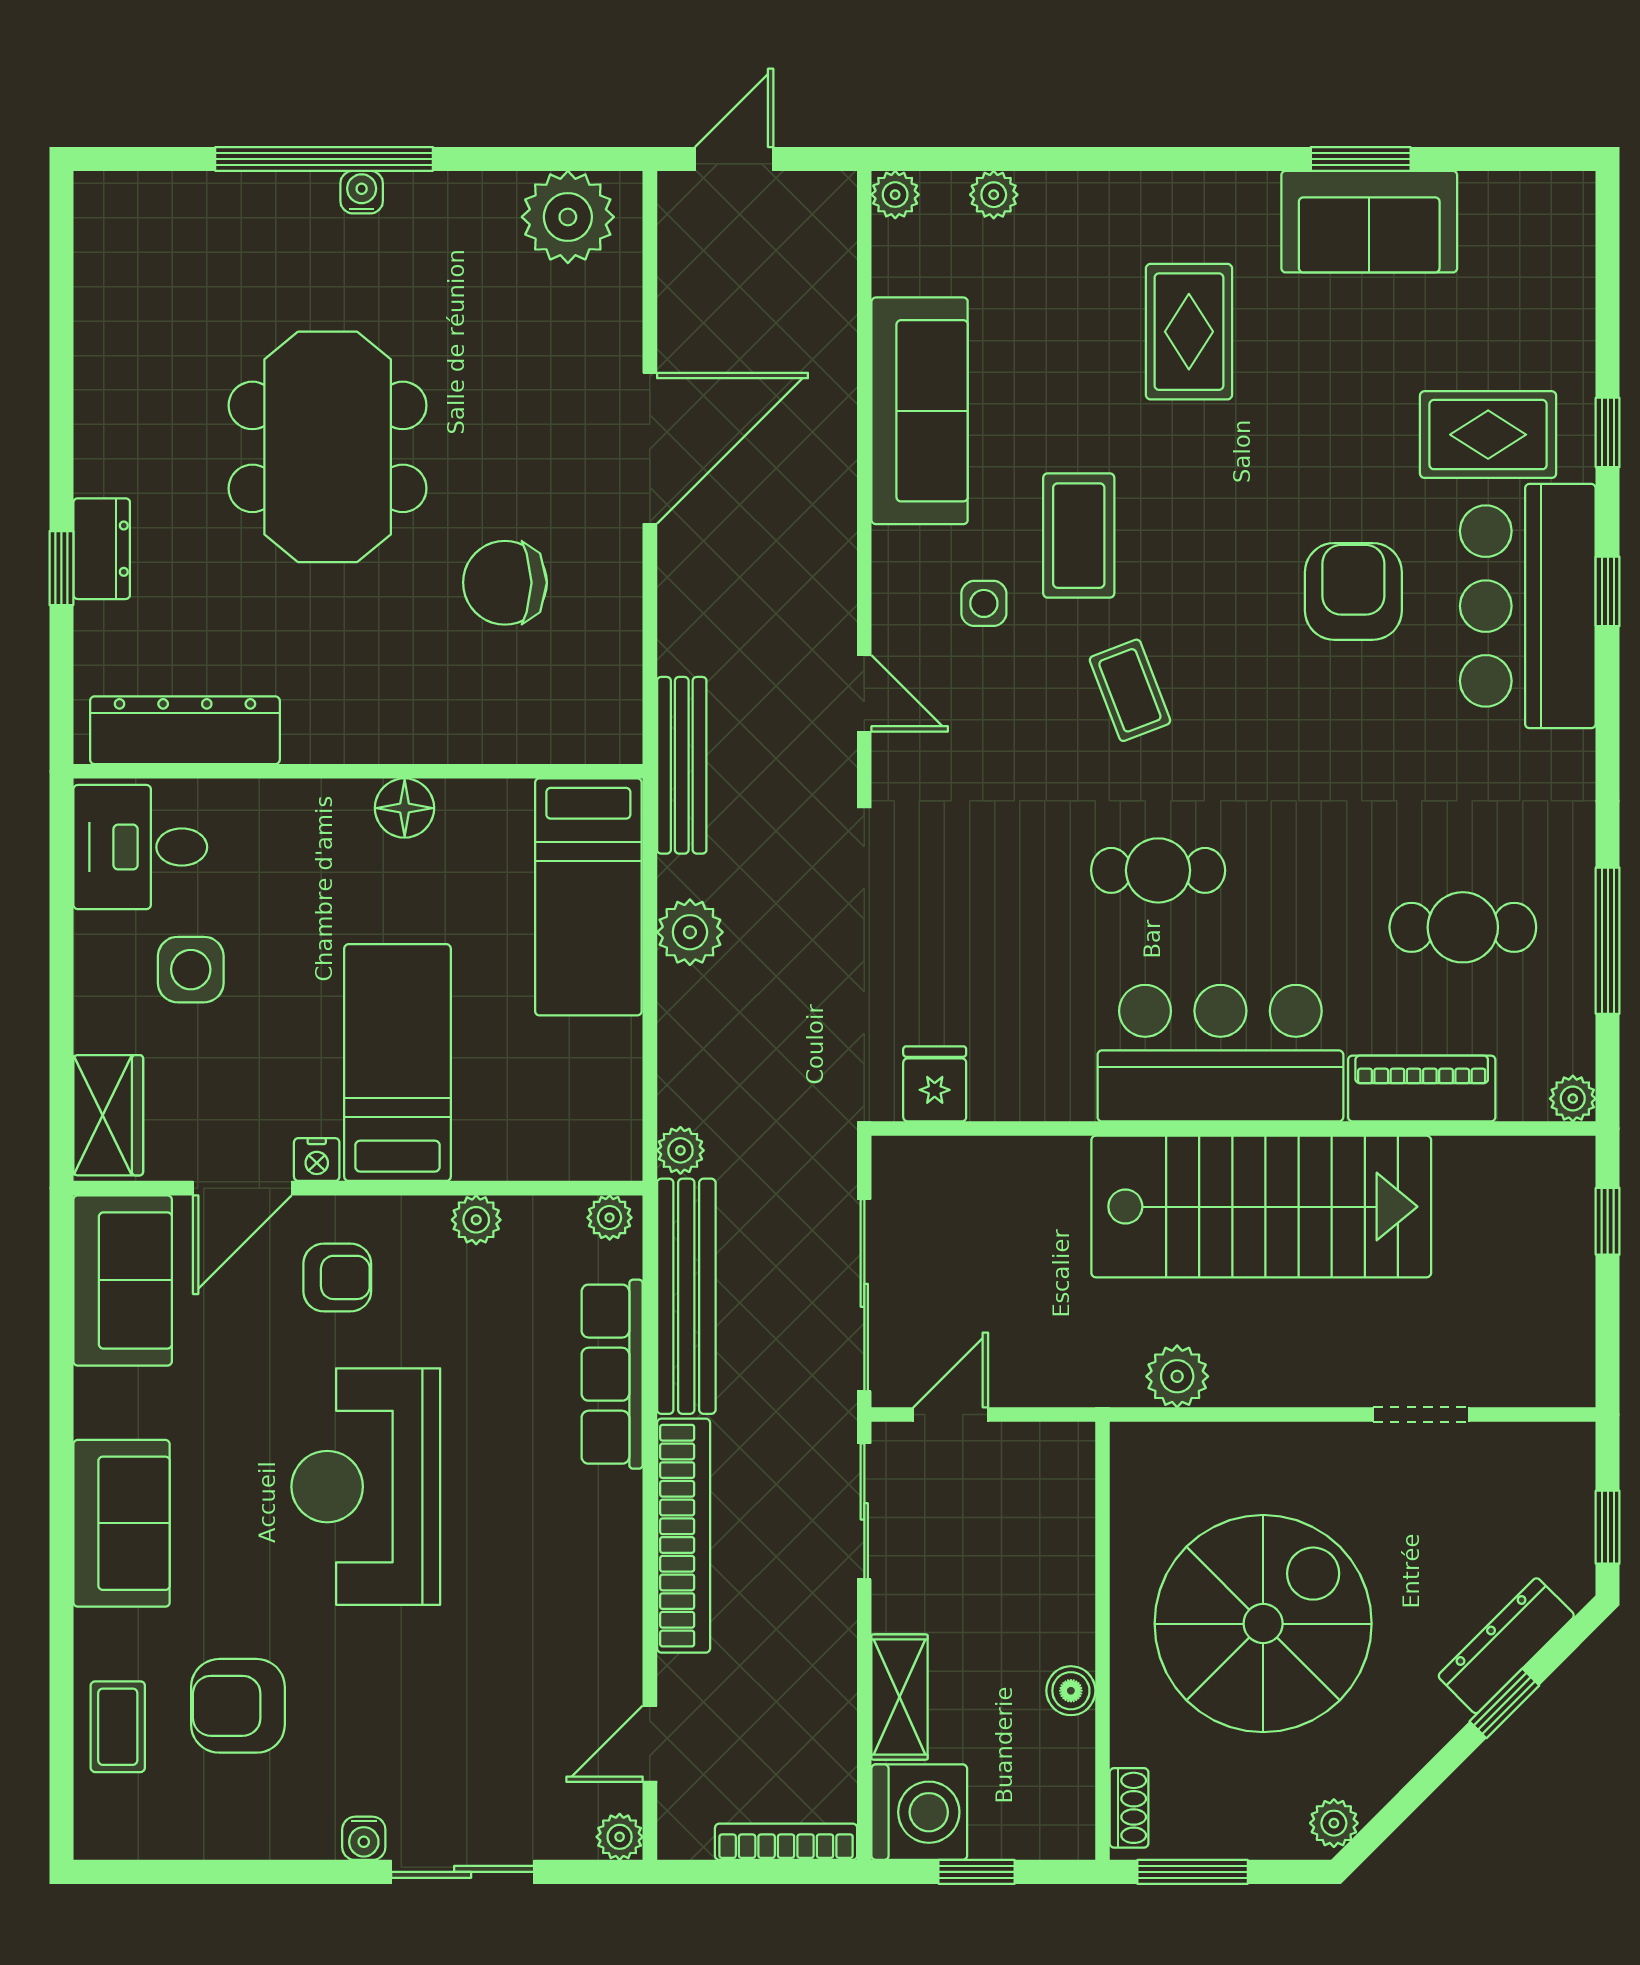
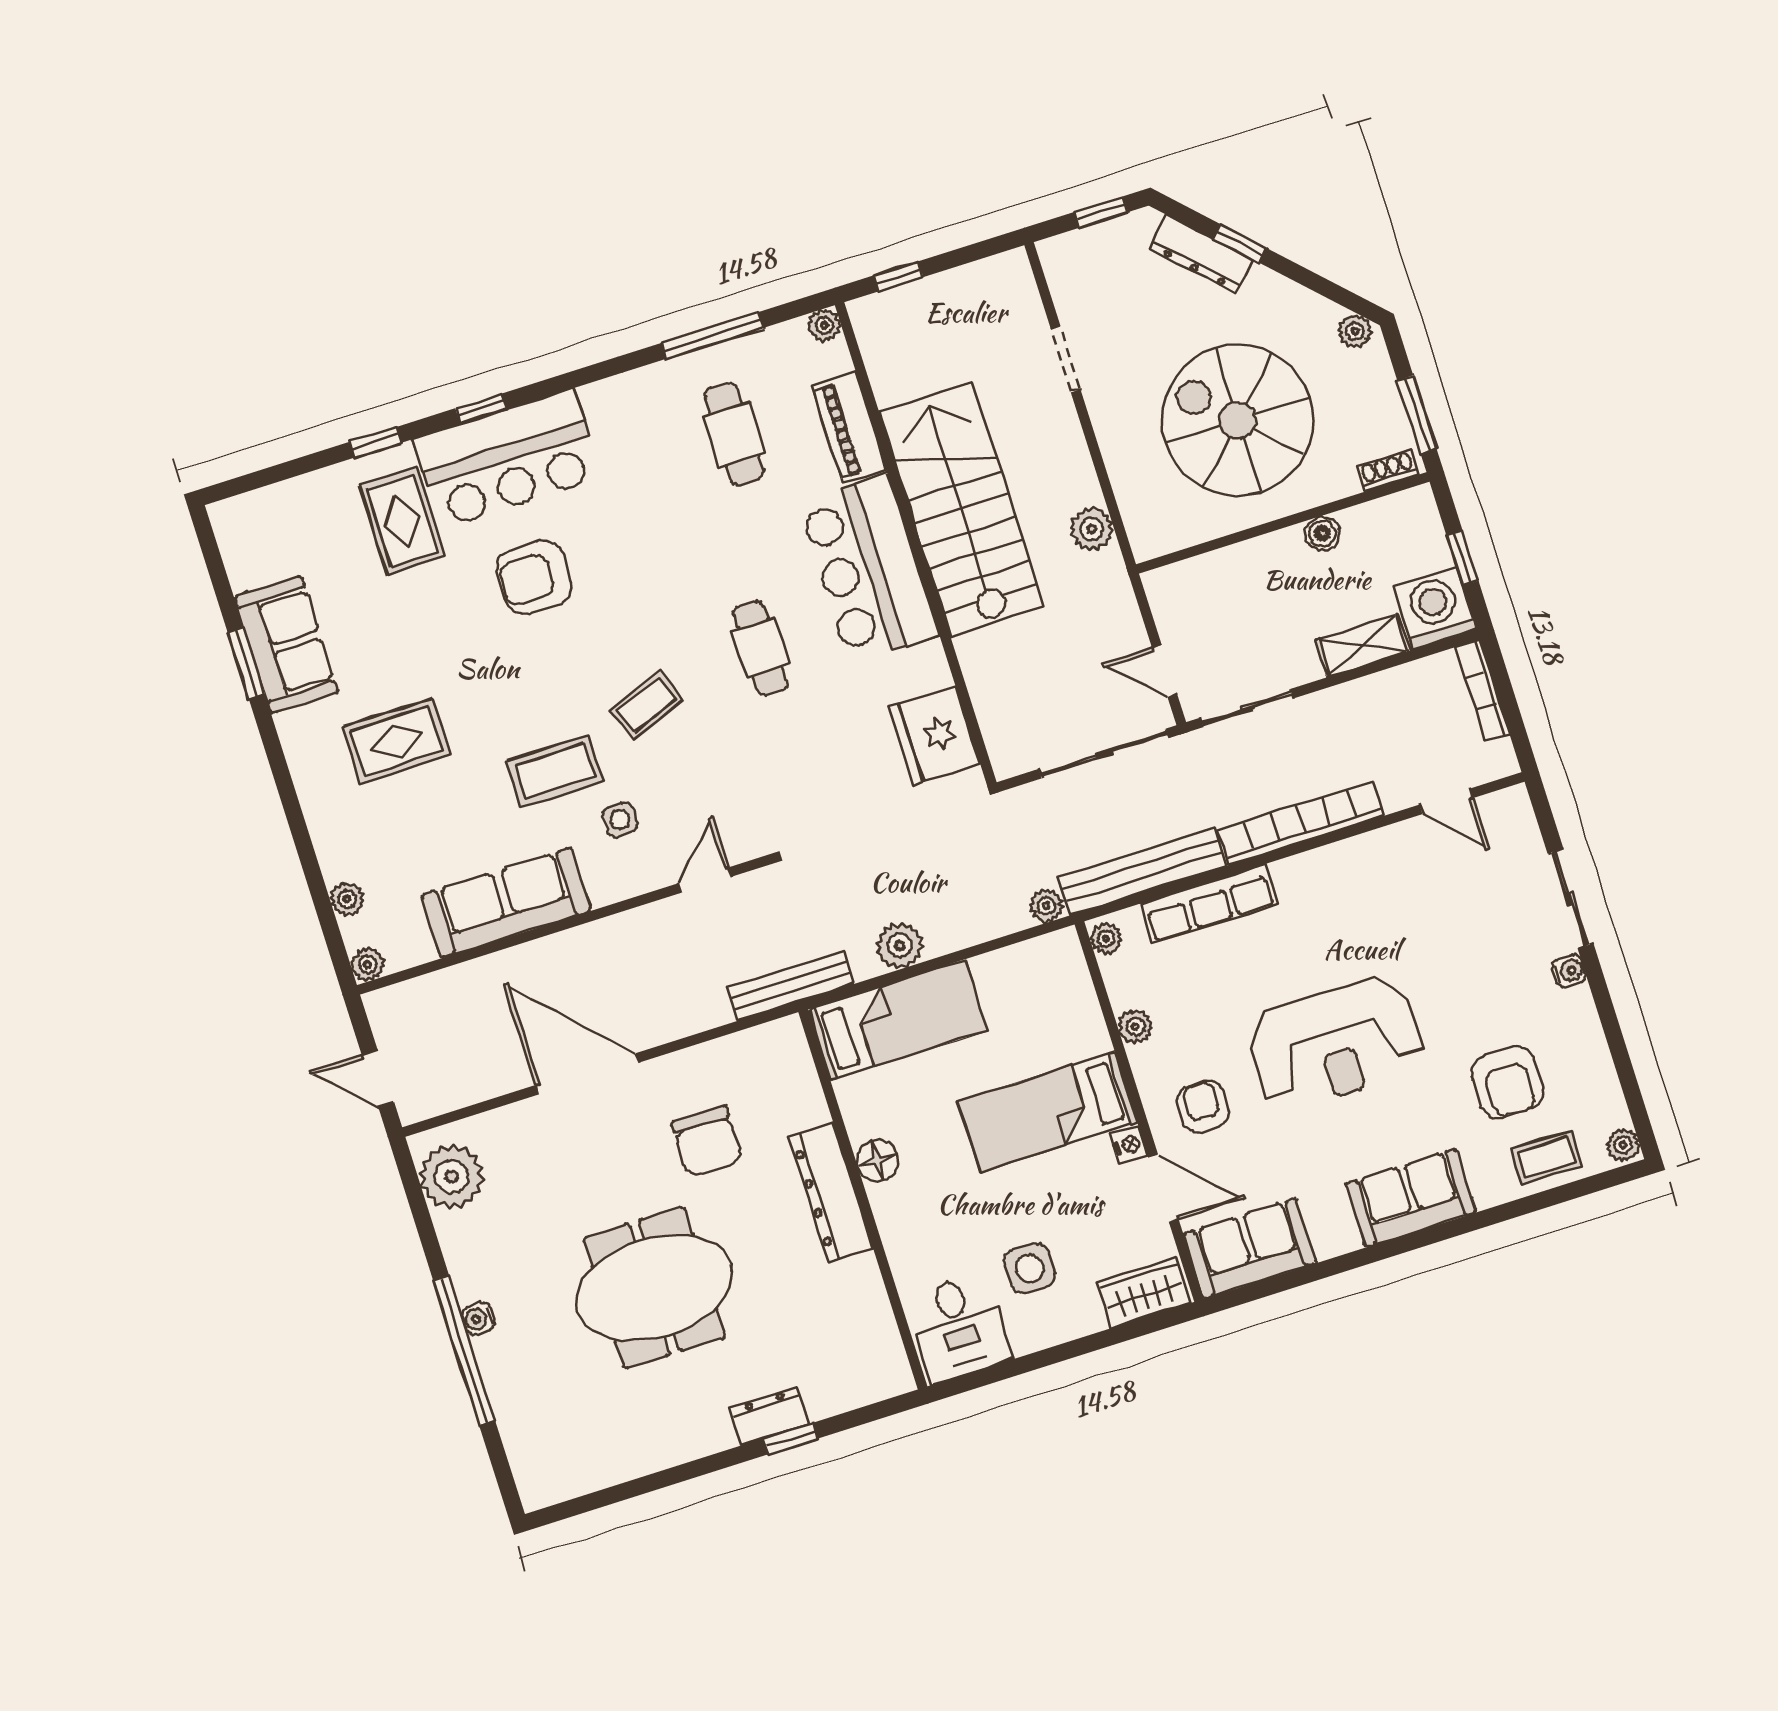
dresser: (185, 730) -> (831, 1193), moved
fridge: (935, 1084) -> (935, 735), width x1.88, depth x1.34
plant: (620, 1837) -> (1623, 1145), moved

